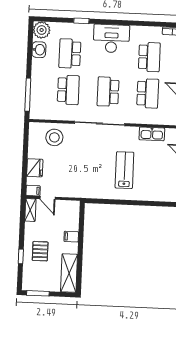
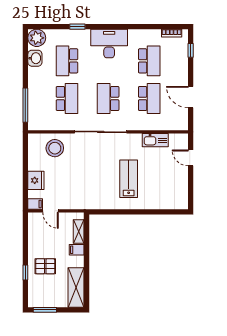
shelving: (30, 210) -> (79, 231), moved
pallet: (40, 251) -> (45, 266), turned 90

